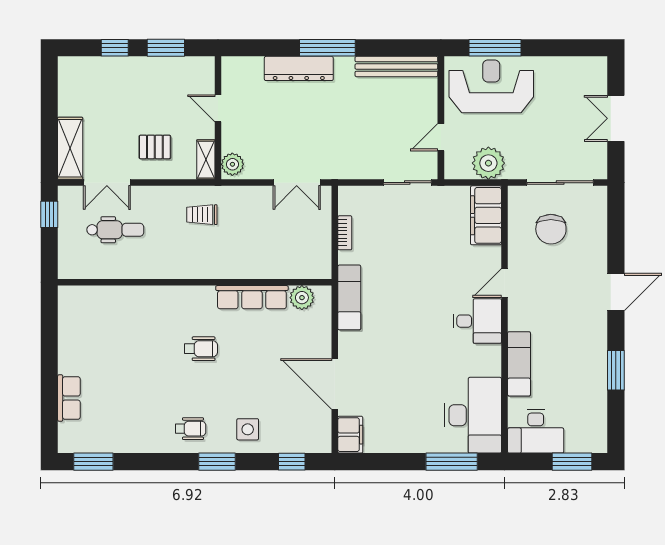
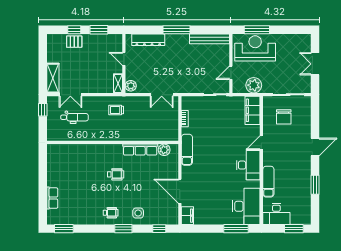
dresser: (299, 68) -> (148, 40), moved
pallet: (155, 147) -> (74, 42), moved
desk: (477, 321) -> (248, 165), width x1.37

